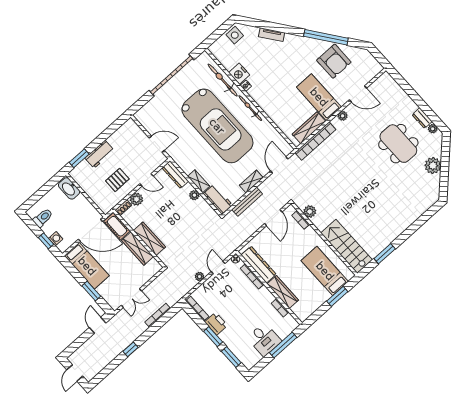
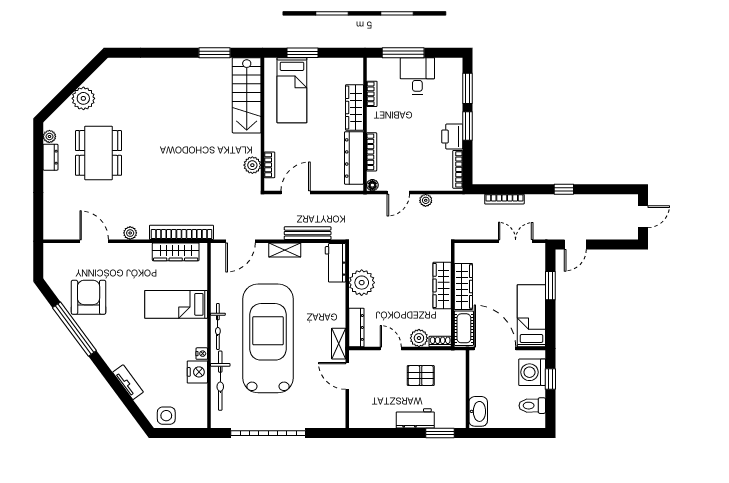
bed: (319, 97) -> (176, 304), moved, turned 90
shelving: (199, 181) -> (339, 344), moved
plant: (194, 195) -> (362, 283), width x1.87, depth x1.87
washing machine: (56, 239) -> (532, 372), width x1.89, depth x1.89

